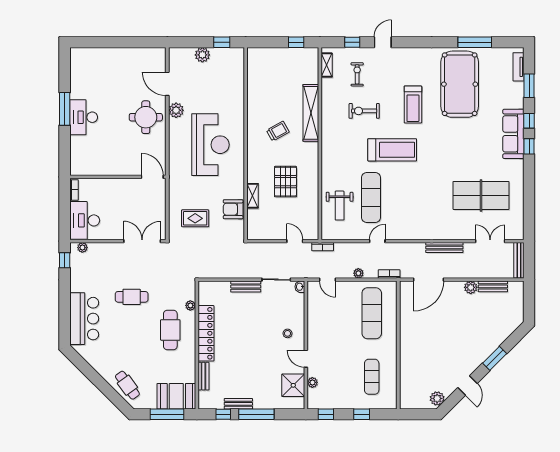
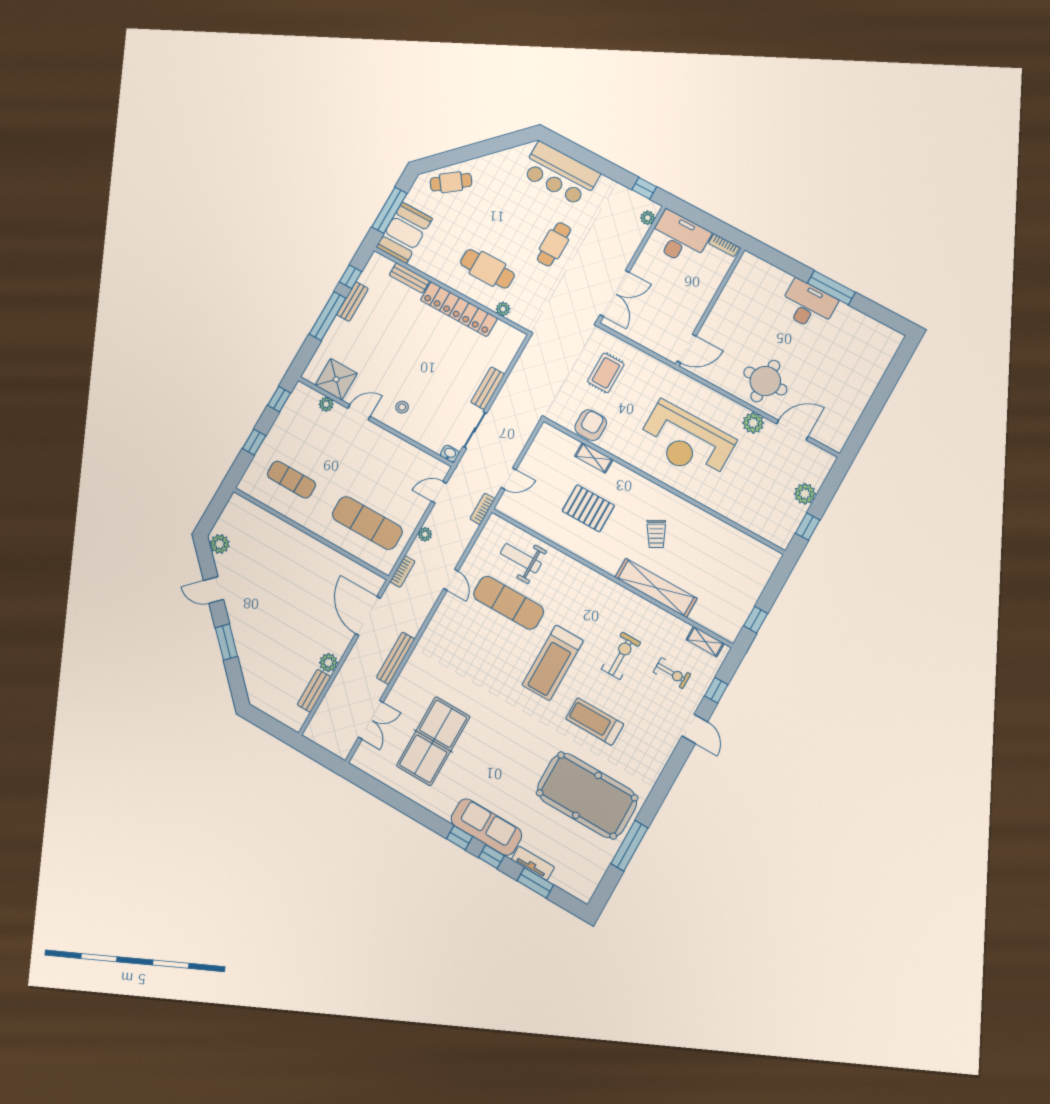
tv unit: (519, 67) -> (533, 863), moved
bench: (519, 260) -> (327, 742), removed

